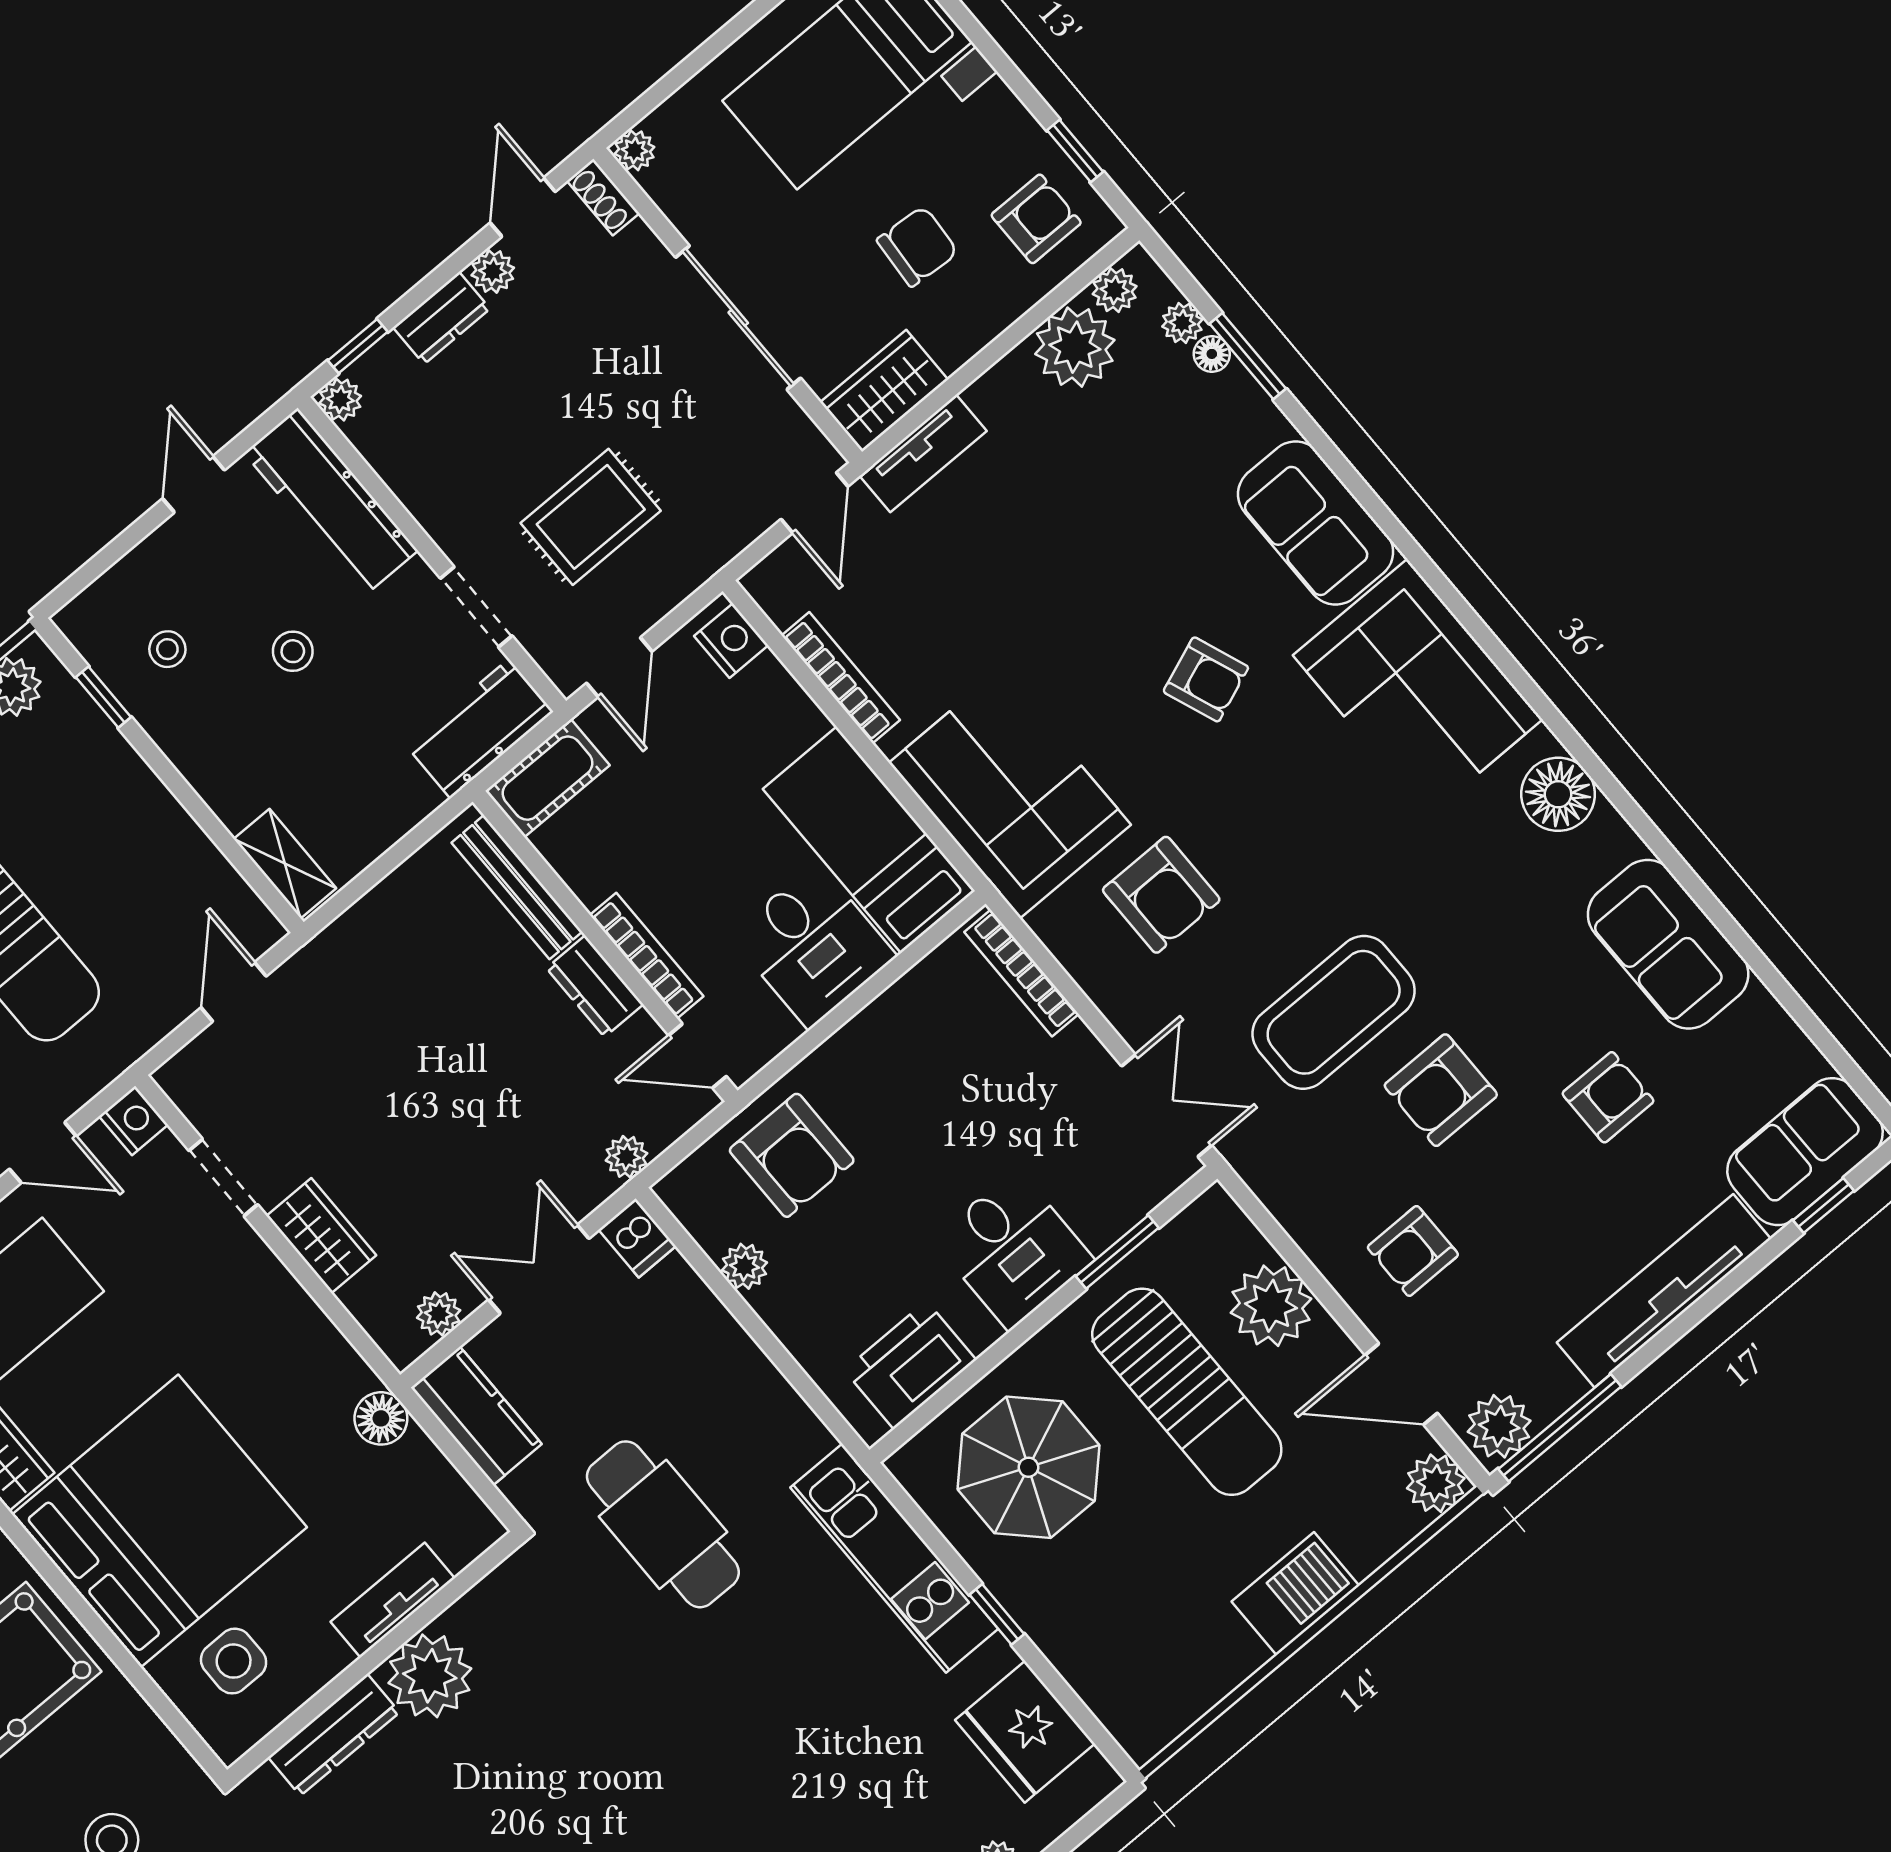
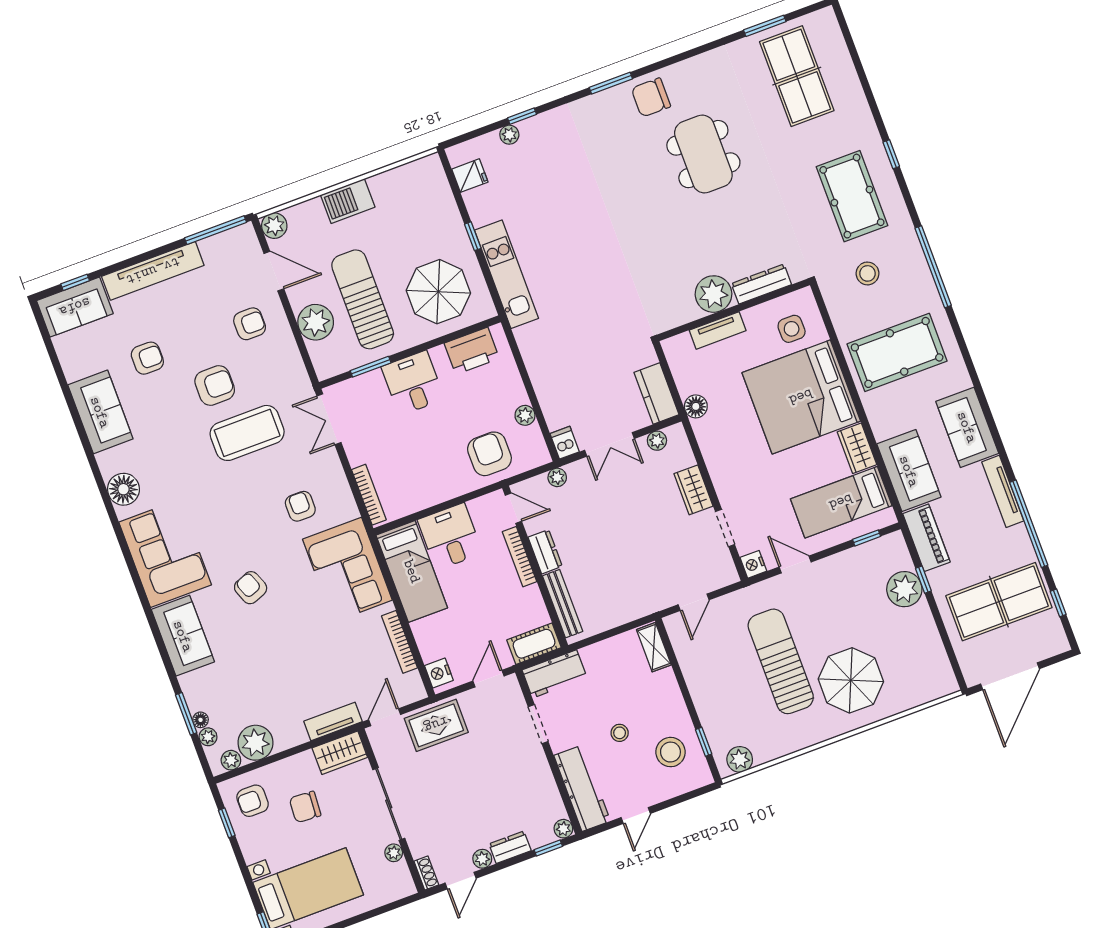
plant: (635, 150) -> (394, 853), moved
rug: (591, 517) -> (436, 725), moved
stool: (167, 649) -> (670, 752), width x1.89, depth x1.89
armchair: (1161, 895) -> (300, 506), width x0.72, depth x0.72
armchair: (1608, 1097) -> (147, 358), turned 180
plant: (1499, 1426) -> (240, 240), removed
cafe table: (663, 1524) -> (596, 322), removed
fridge: (1025, 1732) -> (470, 176), width x0.53, depth x0.75

